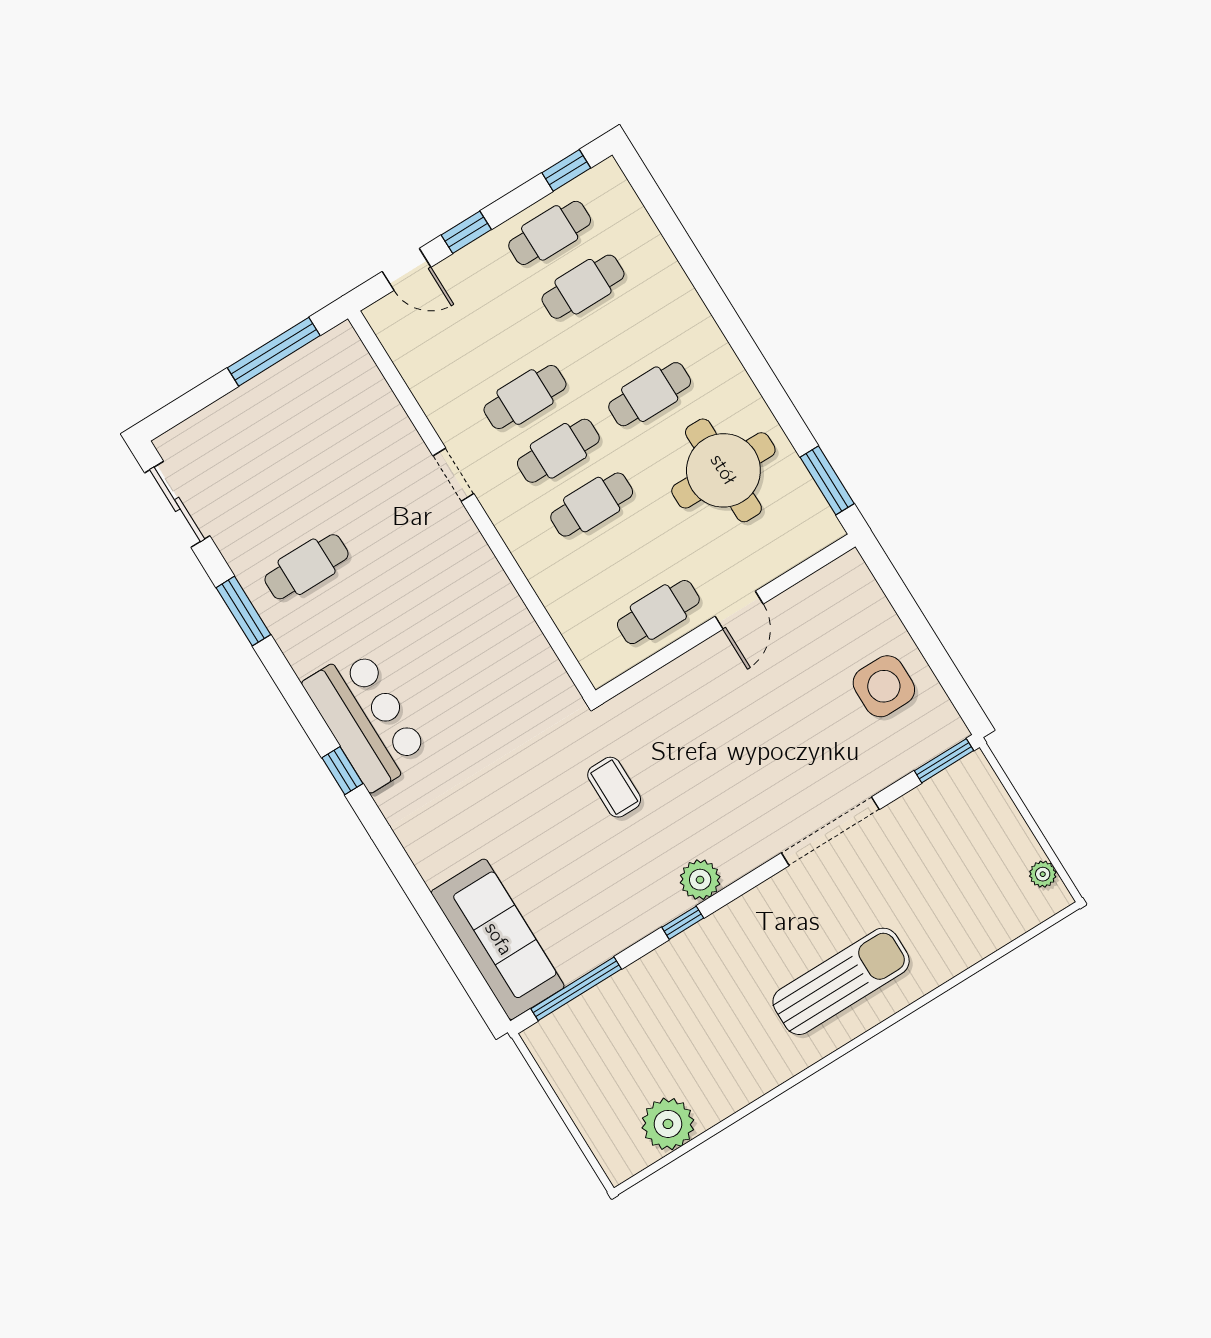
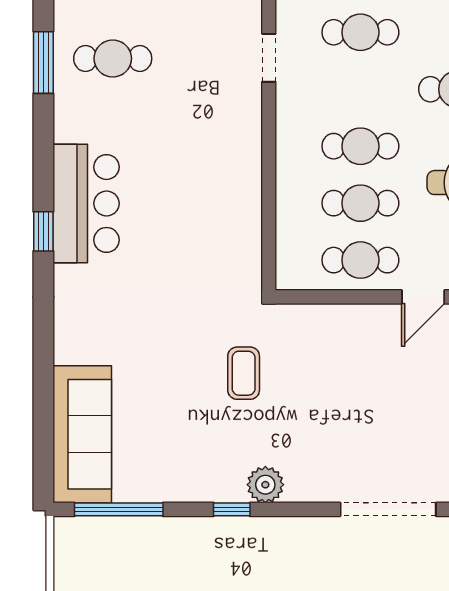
cafe table: (558, 451) -> (360, 203), moved

